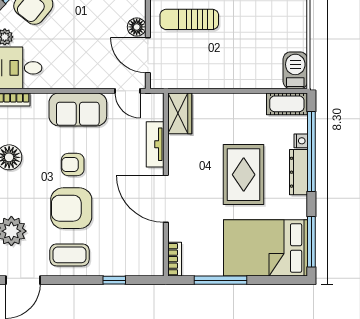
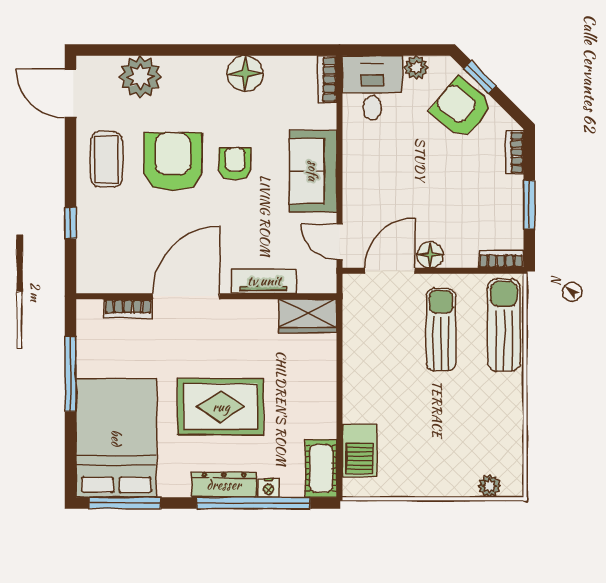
barbecue: (295, 70) -> (360, 450), moved, turned 90
door: (127, 91) -> (340, 242), hinge flipped
bookcase: (175, 259) -> (128, 309), moved

